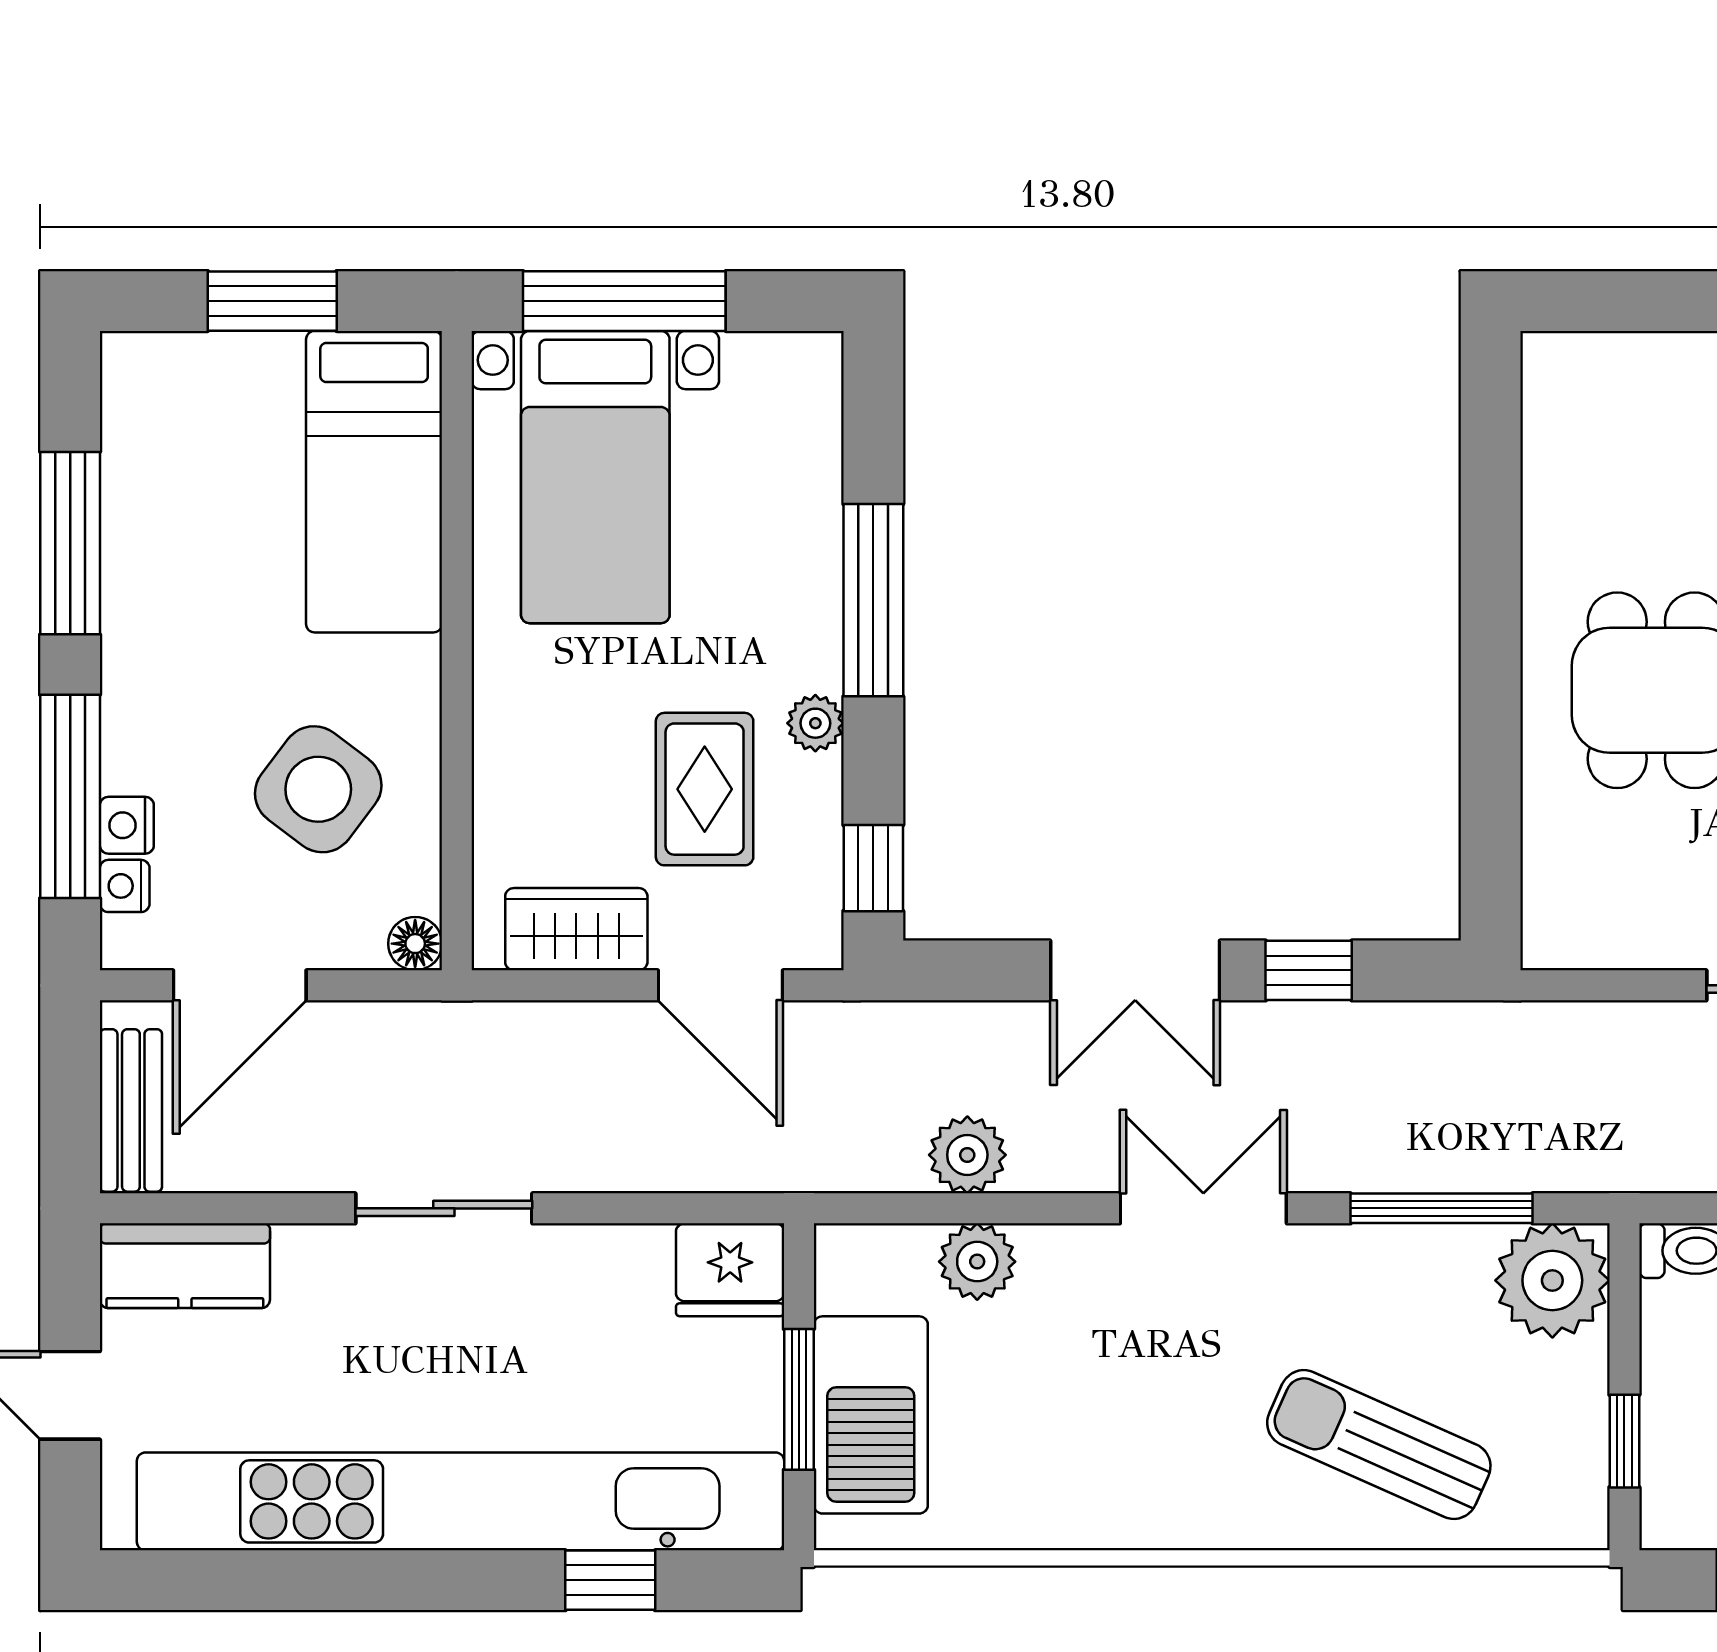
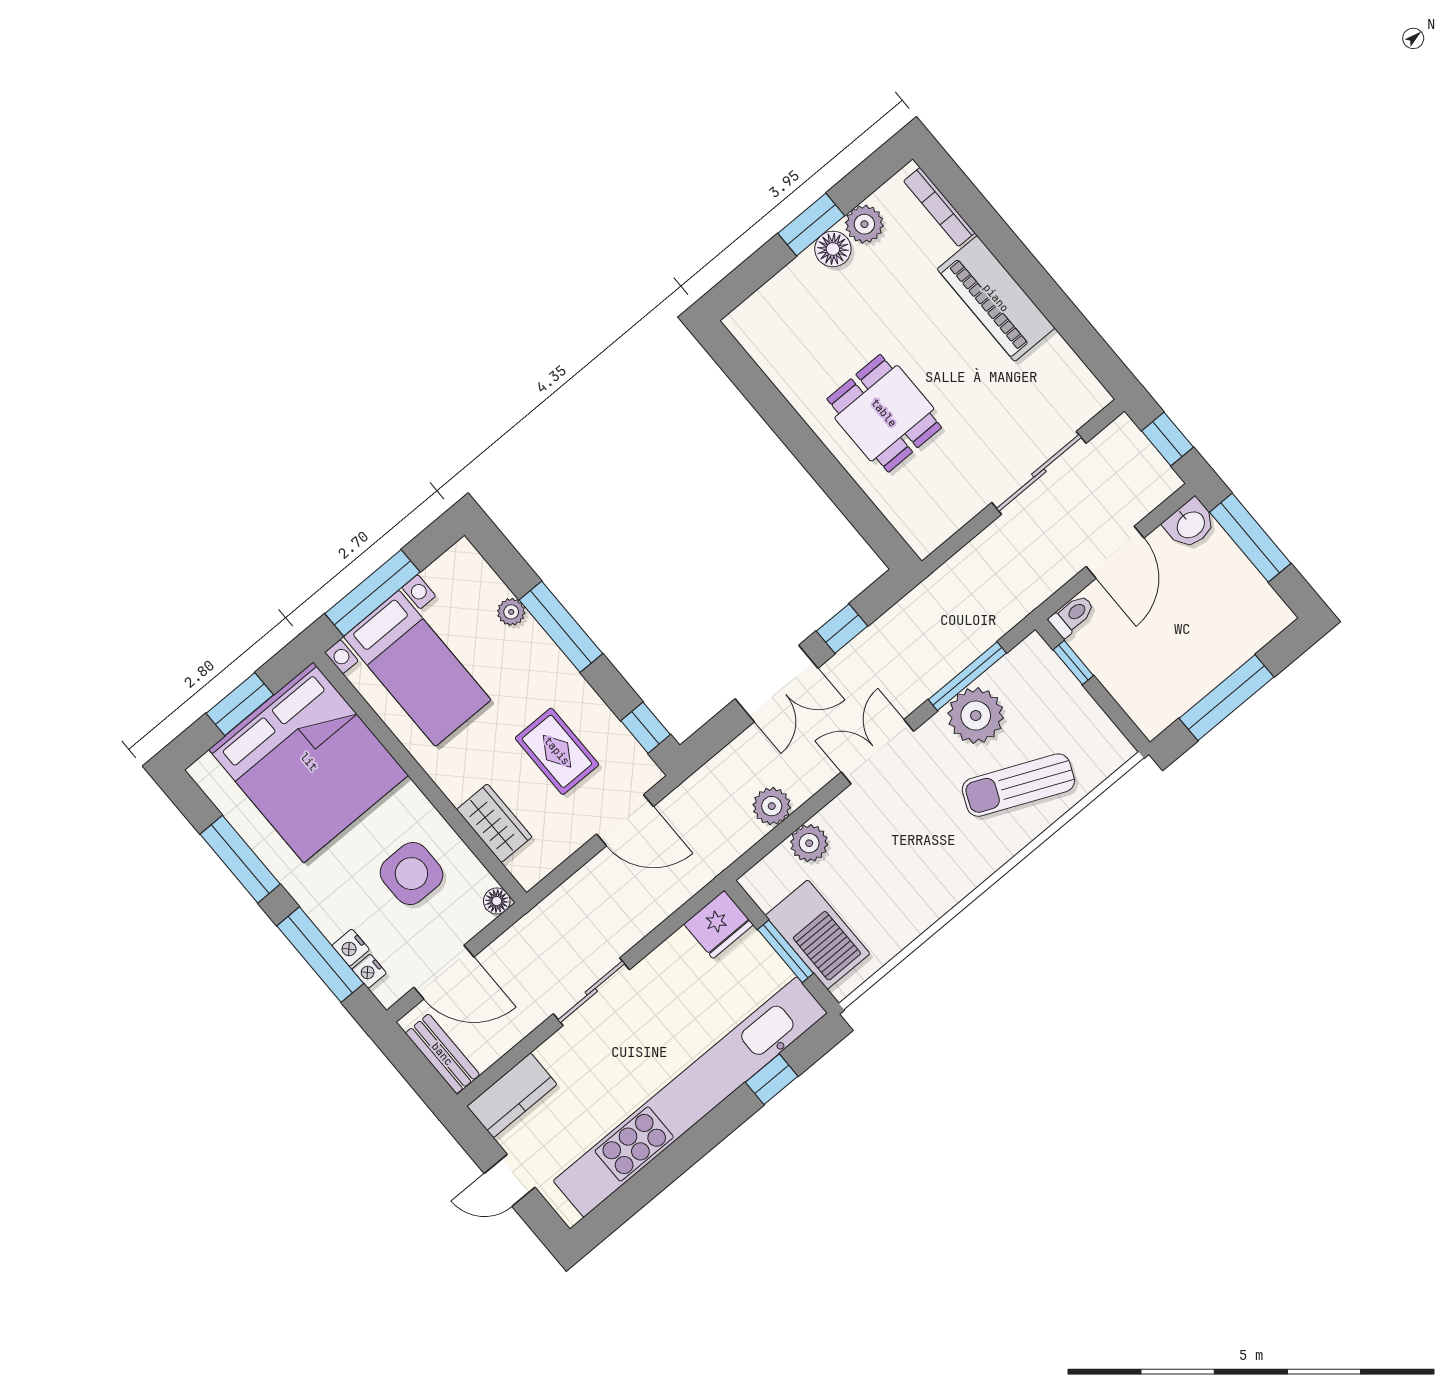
bed: (374, 482) -> (309, 762), width x2.04
plant: (815, 723) -> (511, 612), moved
side table: (318, 789) -> (411, 874), turned -37
wardrobe: (576, 929) -> (494, 823), moved, turned 90
door: (240, 985) -> (444, 972), hinge flipped
plant: (1552, 1280) -> (976, 716), moved
window: (1624, 1441) -> (1073, 663), moved

